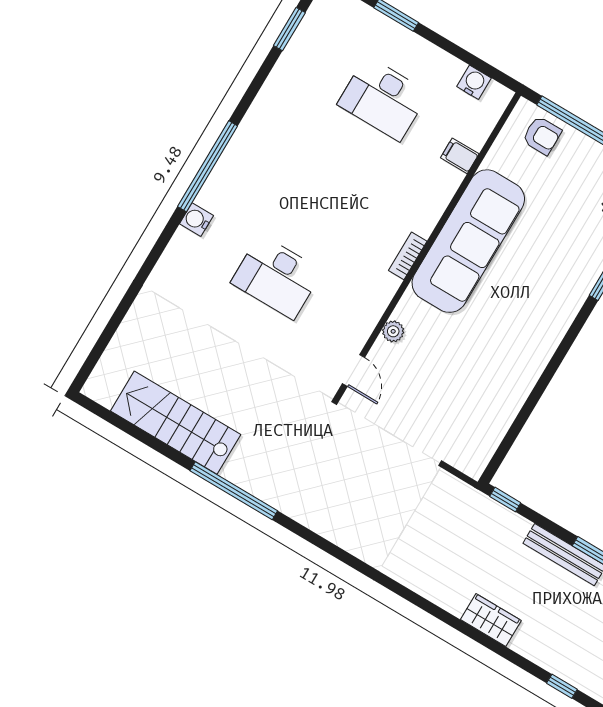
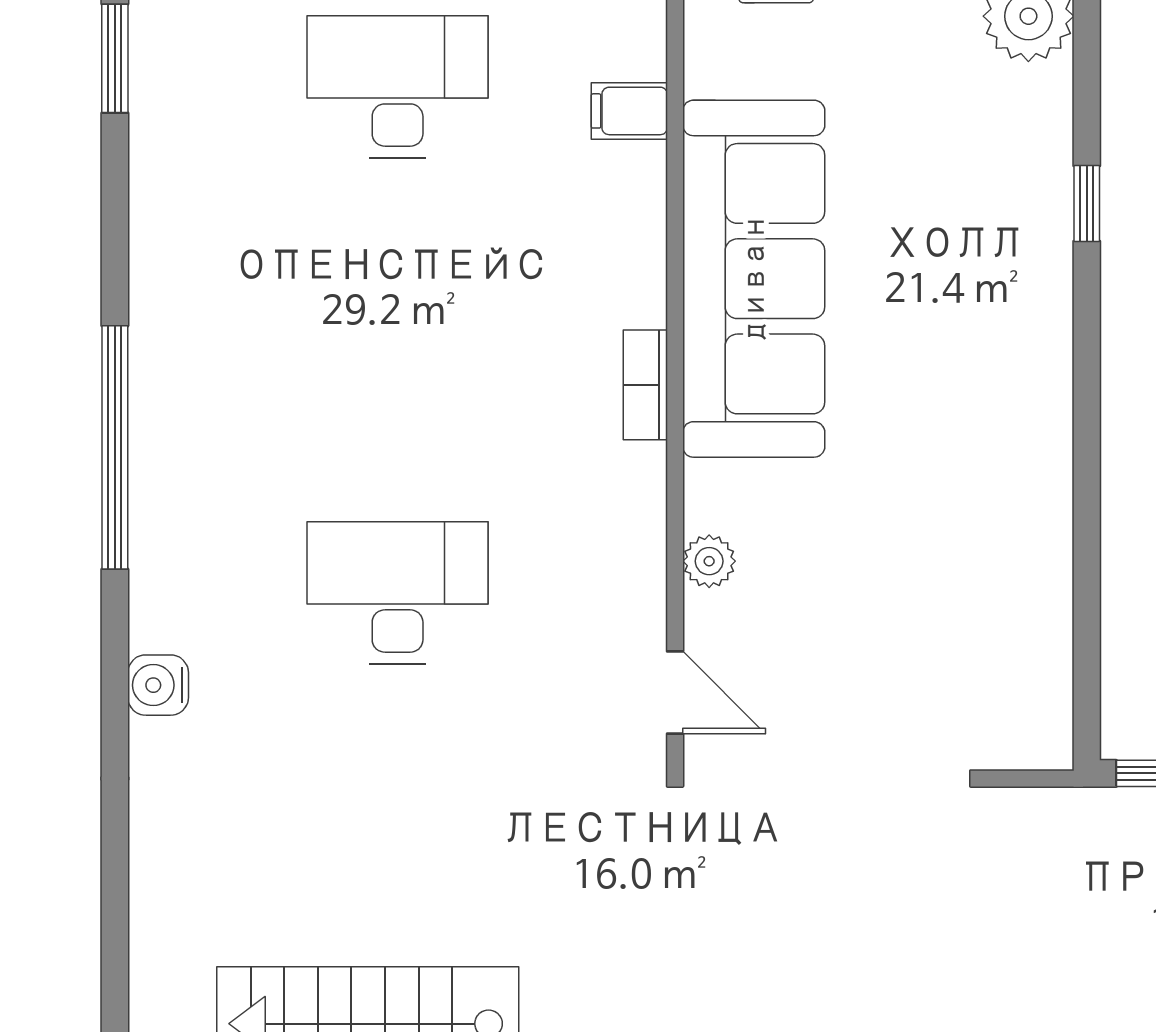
desk: (383, 99) -> (398, 87), turned 180
water cooler: (196, 220) -> (158, 685), moved
desk: (277, 277) -> (398, 593), turned 180

